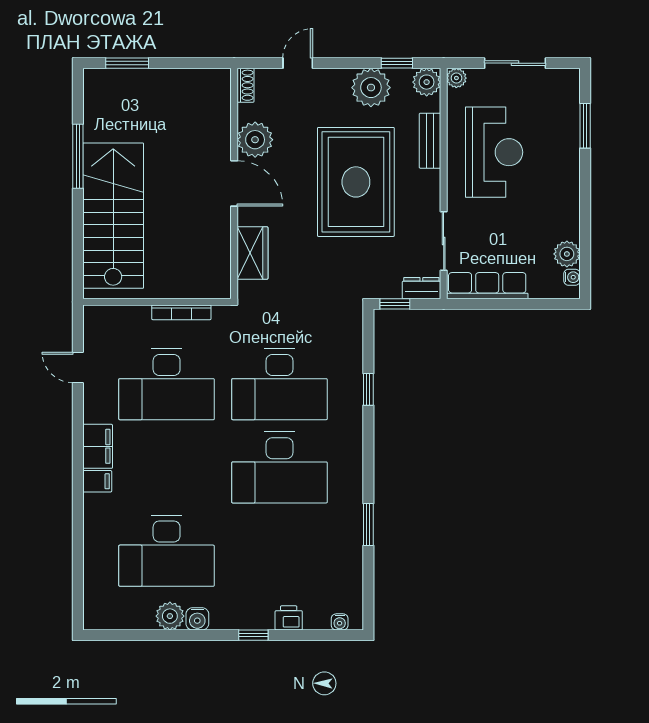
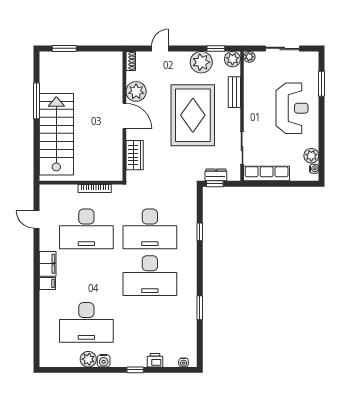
reception desk: (494, 152) -> (292, 108), moved
dresser: (421, 288) -> (216, 175), moved

